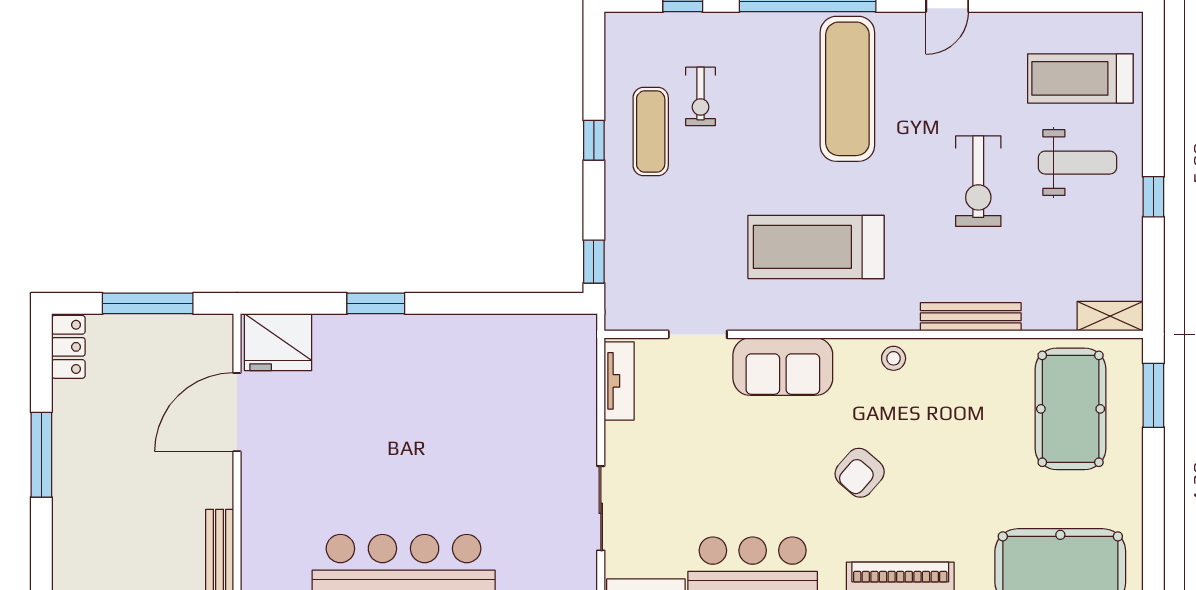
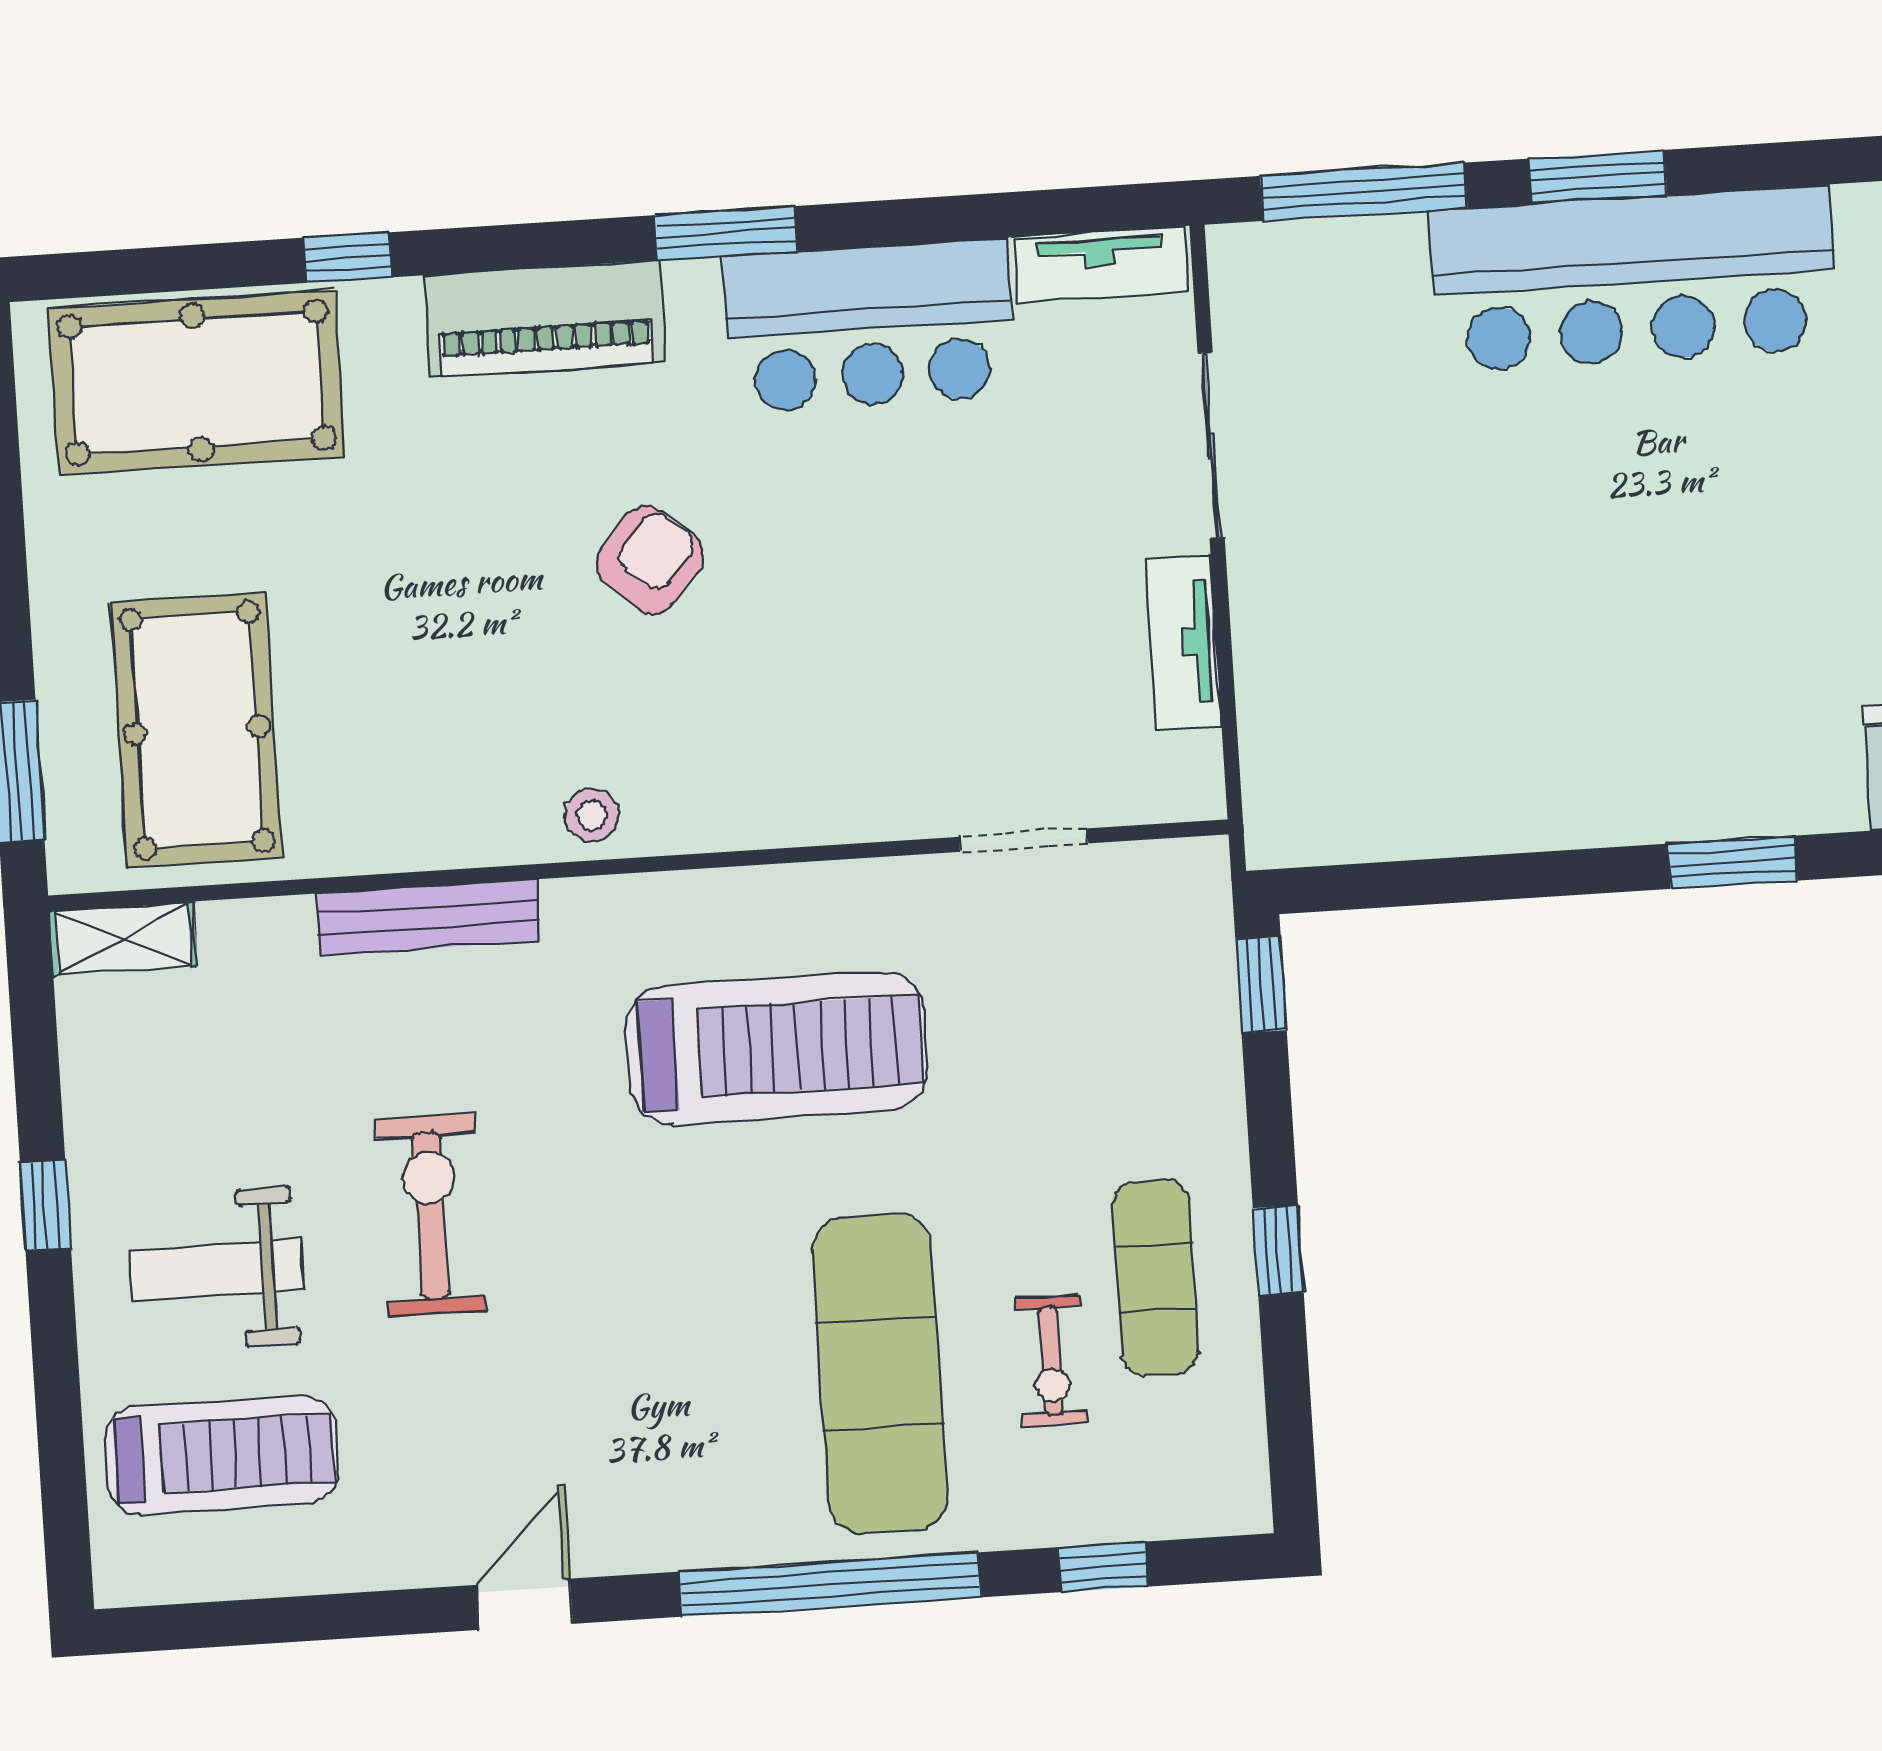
exercise mat: (847, 89) -> (880, 1373), moved
exercise bike: (700, 96) -> (1051, 1361), turned 180
sofa: (783, 367) -> (833, 782), removed
tv unit: (619, 381) -> (1183, 642), moved

